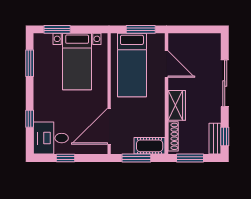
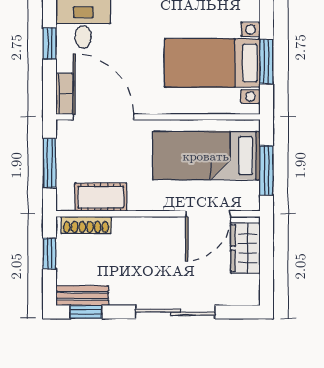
window: (57, 29) -> (266, 61), moved
wardrobe: (177, 105) -> (245, 248), moved, turned 90
cot: (150, 146) -> (101, 197), moved, turned 90
bookcase: (95, 149) -> (64, 94), added
window: (190, 158) -> (50, 254), width x0.67

